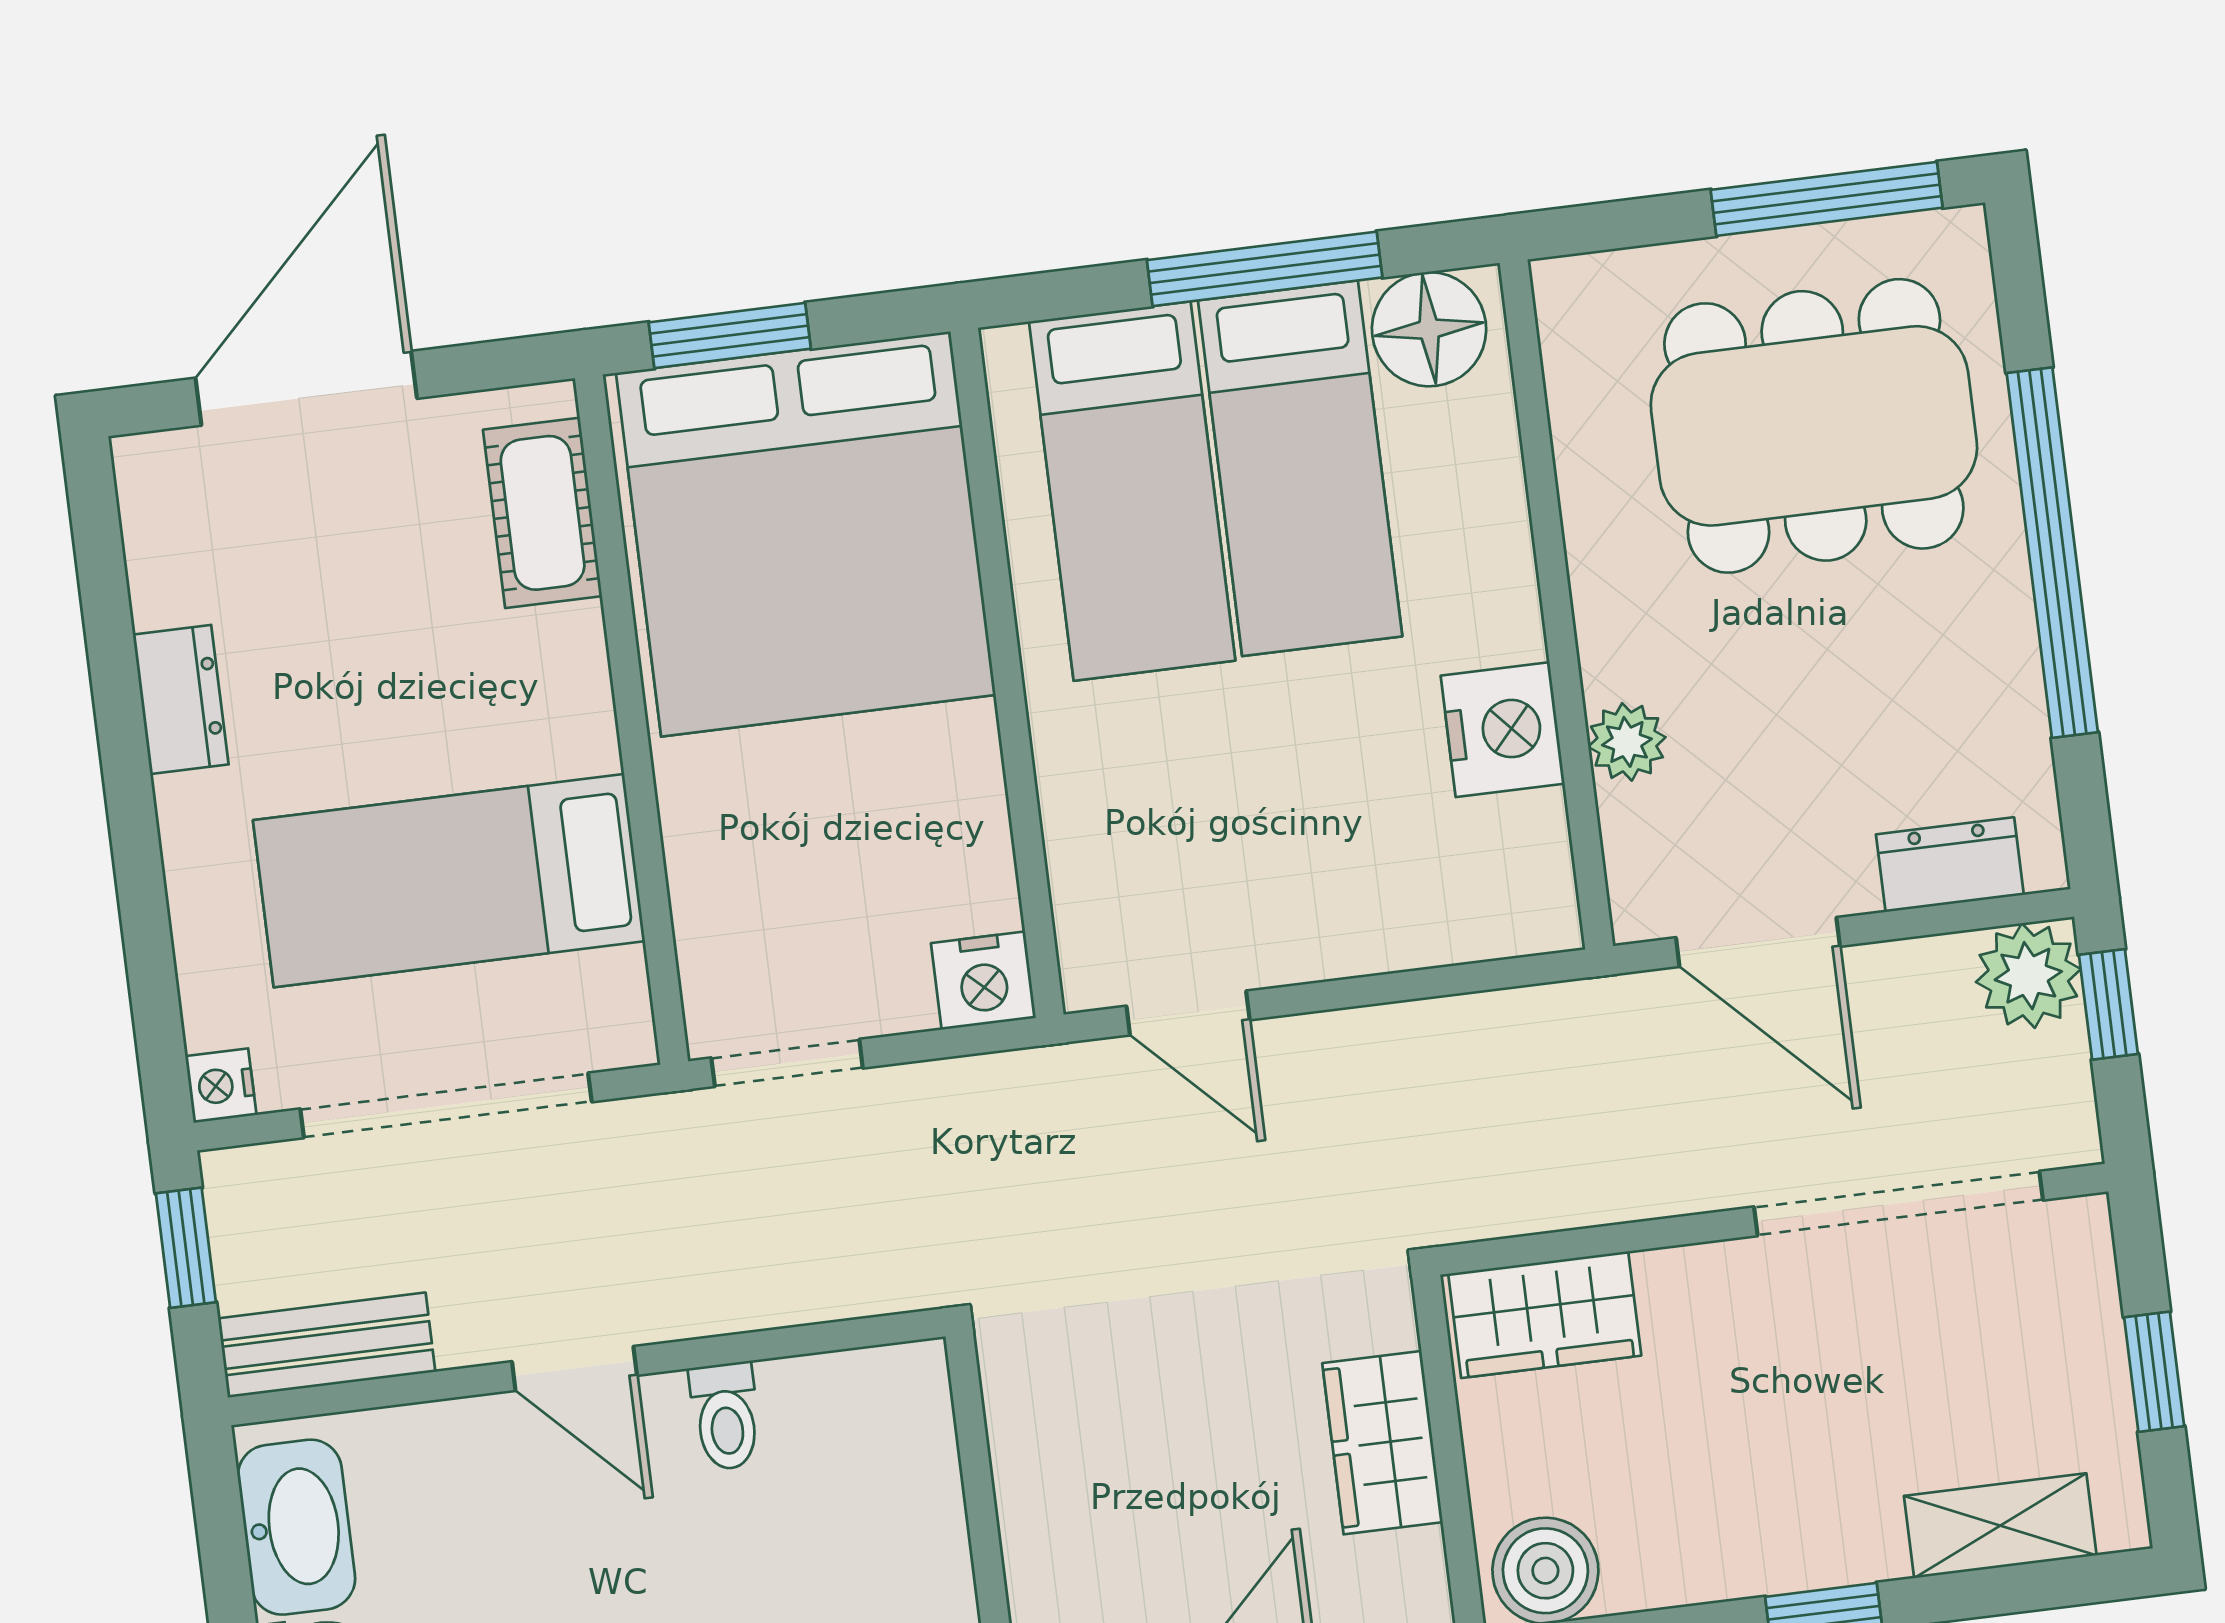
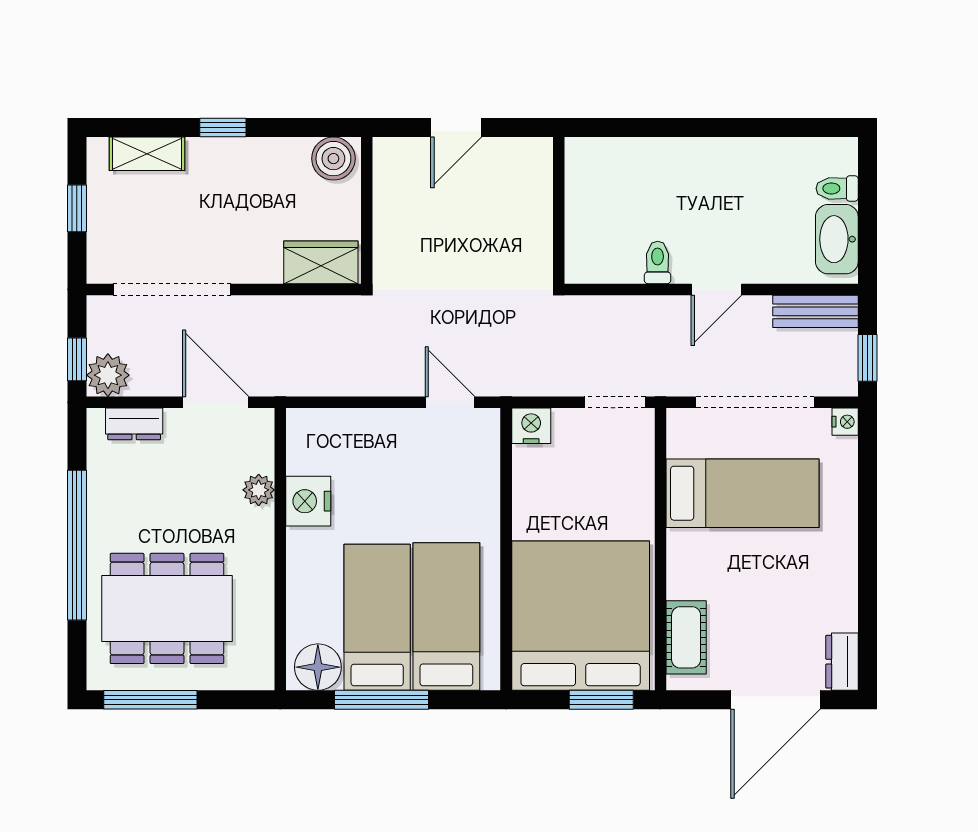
dresser: (181, 700) -> (842, 662), moved
door: (574, 1368) -> (716, 289), swing flipped
wardrobe: (1383, 1443) -> (393, 219), removed

